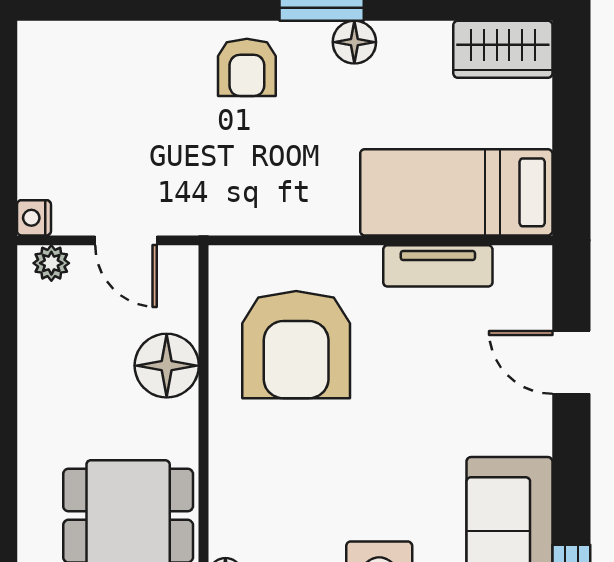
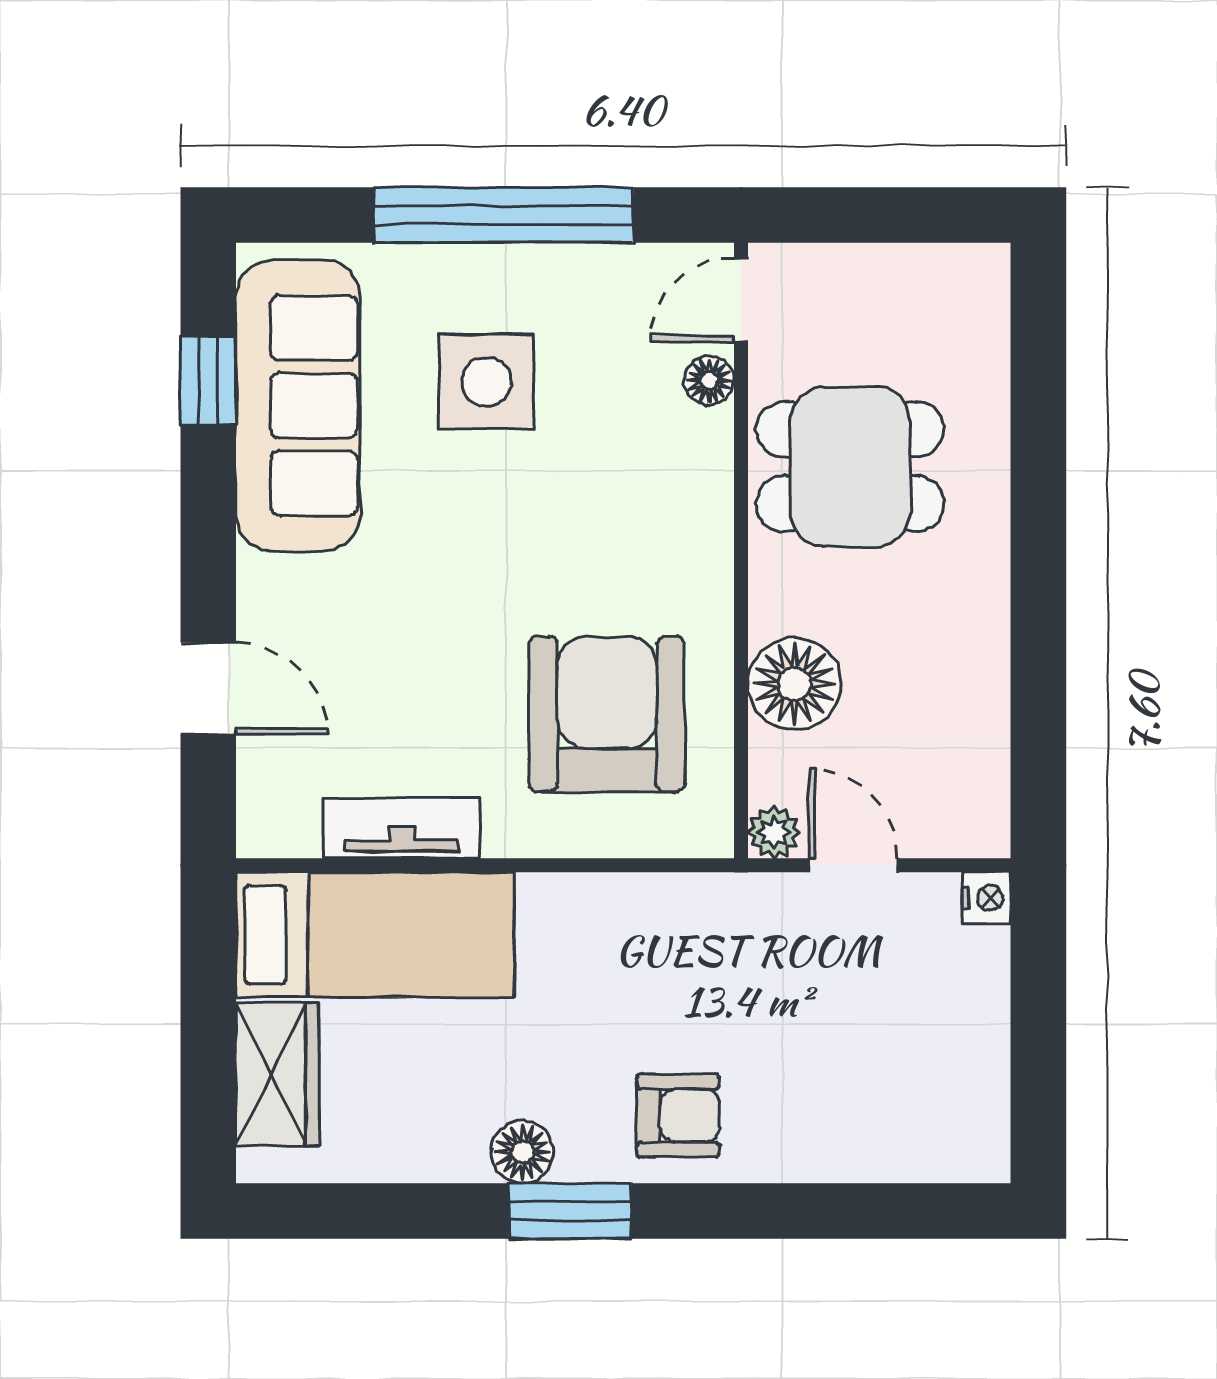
wardrobe: (503, 49) -> (277, 1074), moved, turned 90
armchair: (247, 67) -> (678, 1116), turned 90
plant: (51, 263) -> (774, 832), moved

